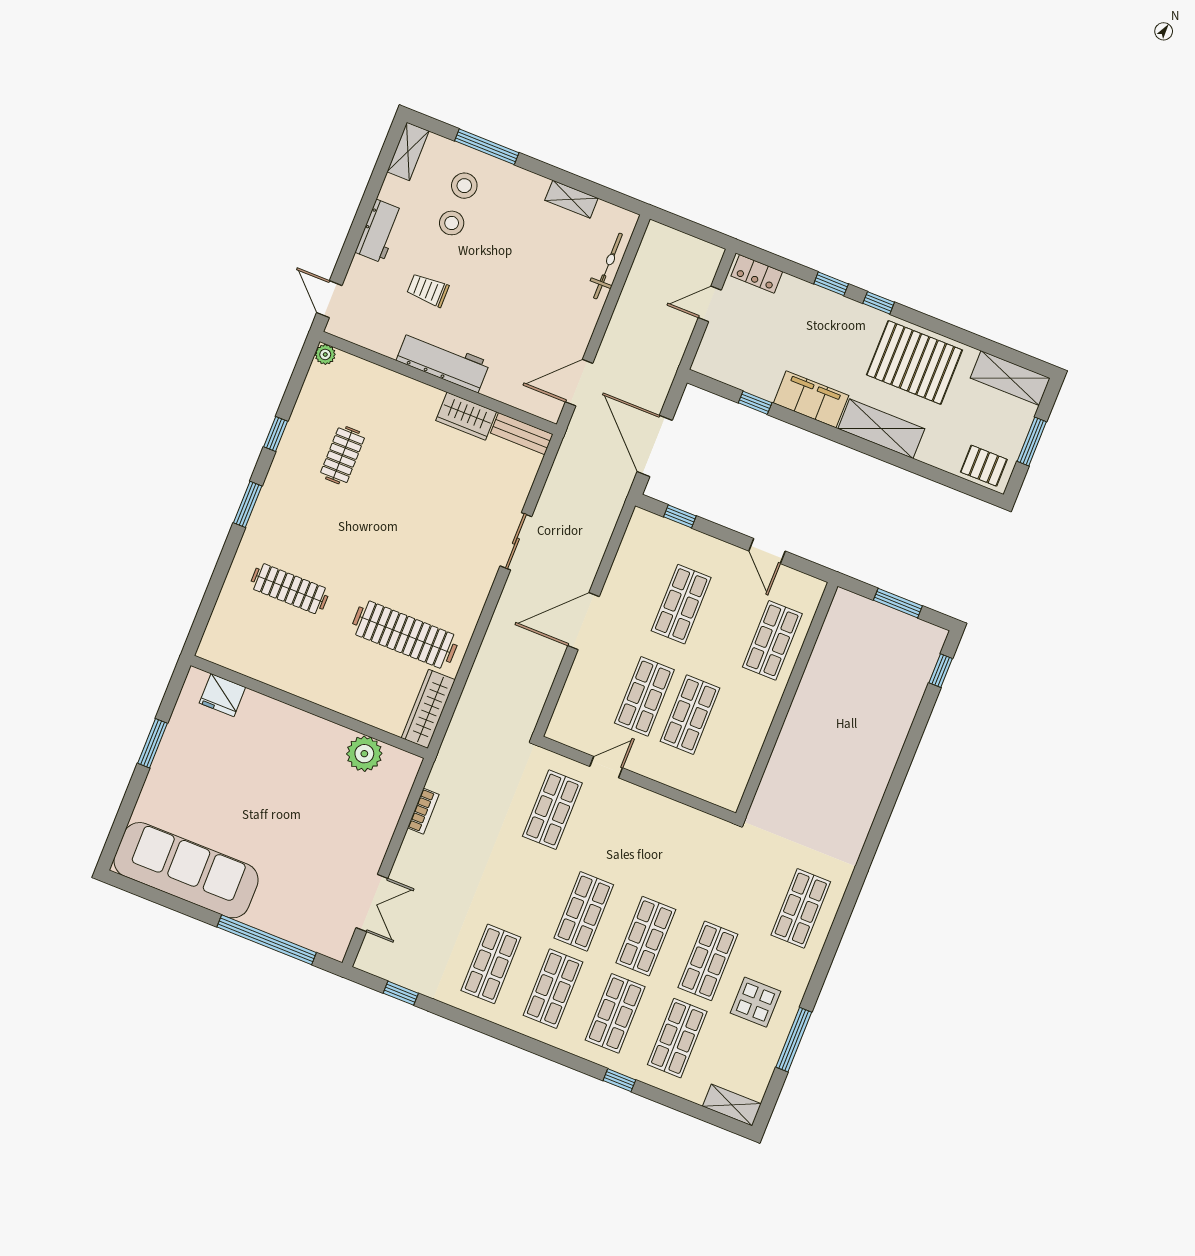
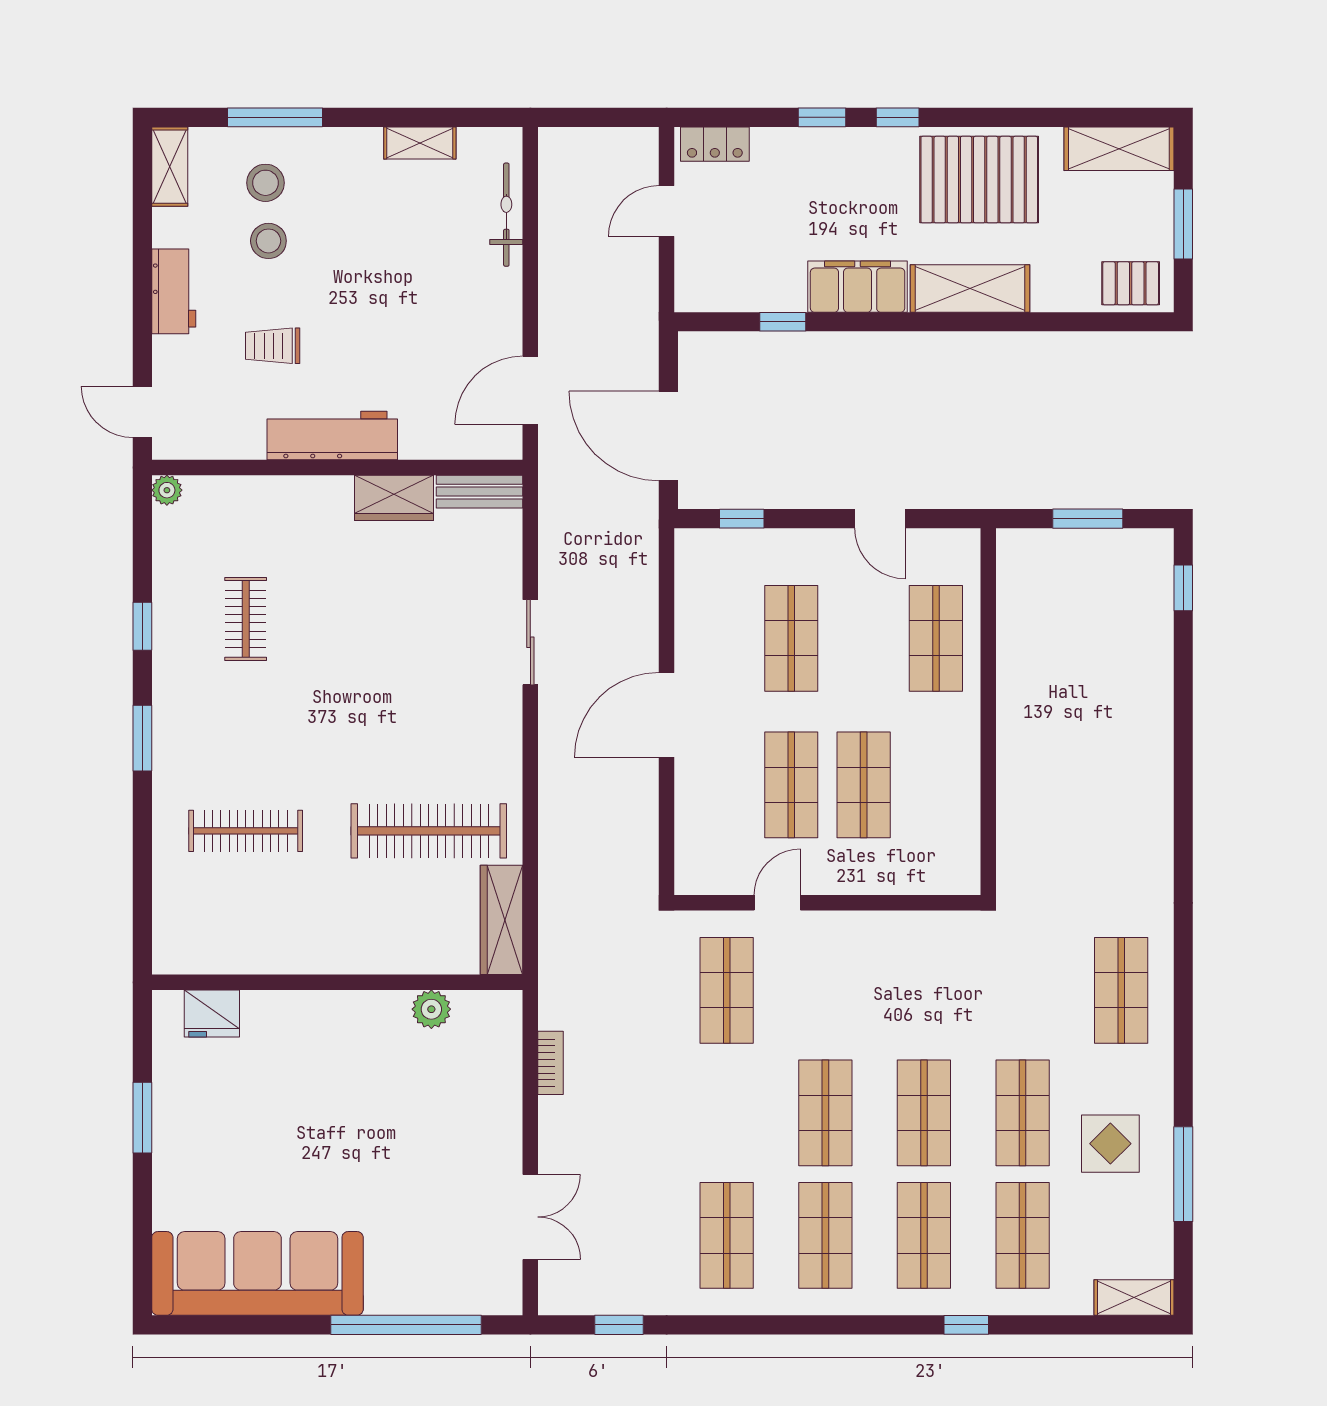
plant: (364, 754) -> (431, 1009), width x0.73, depth x0.73

